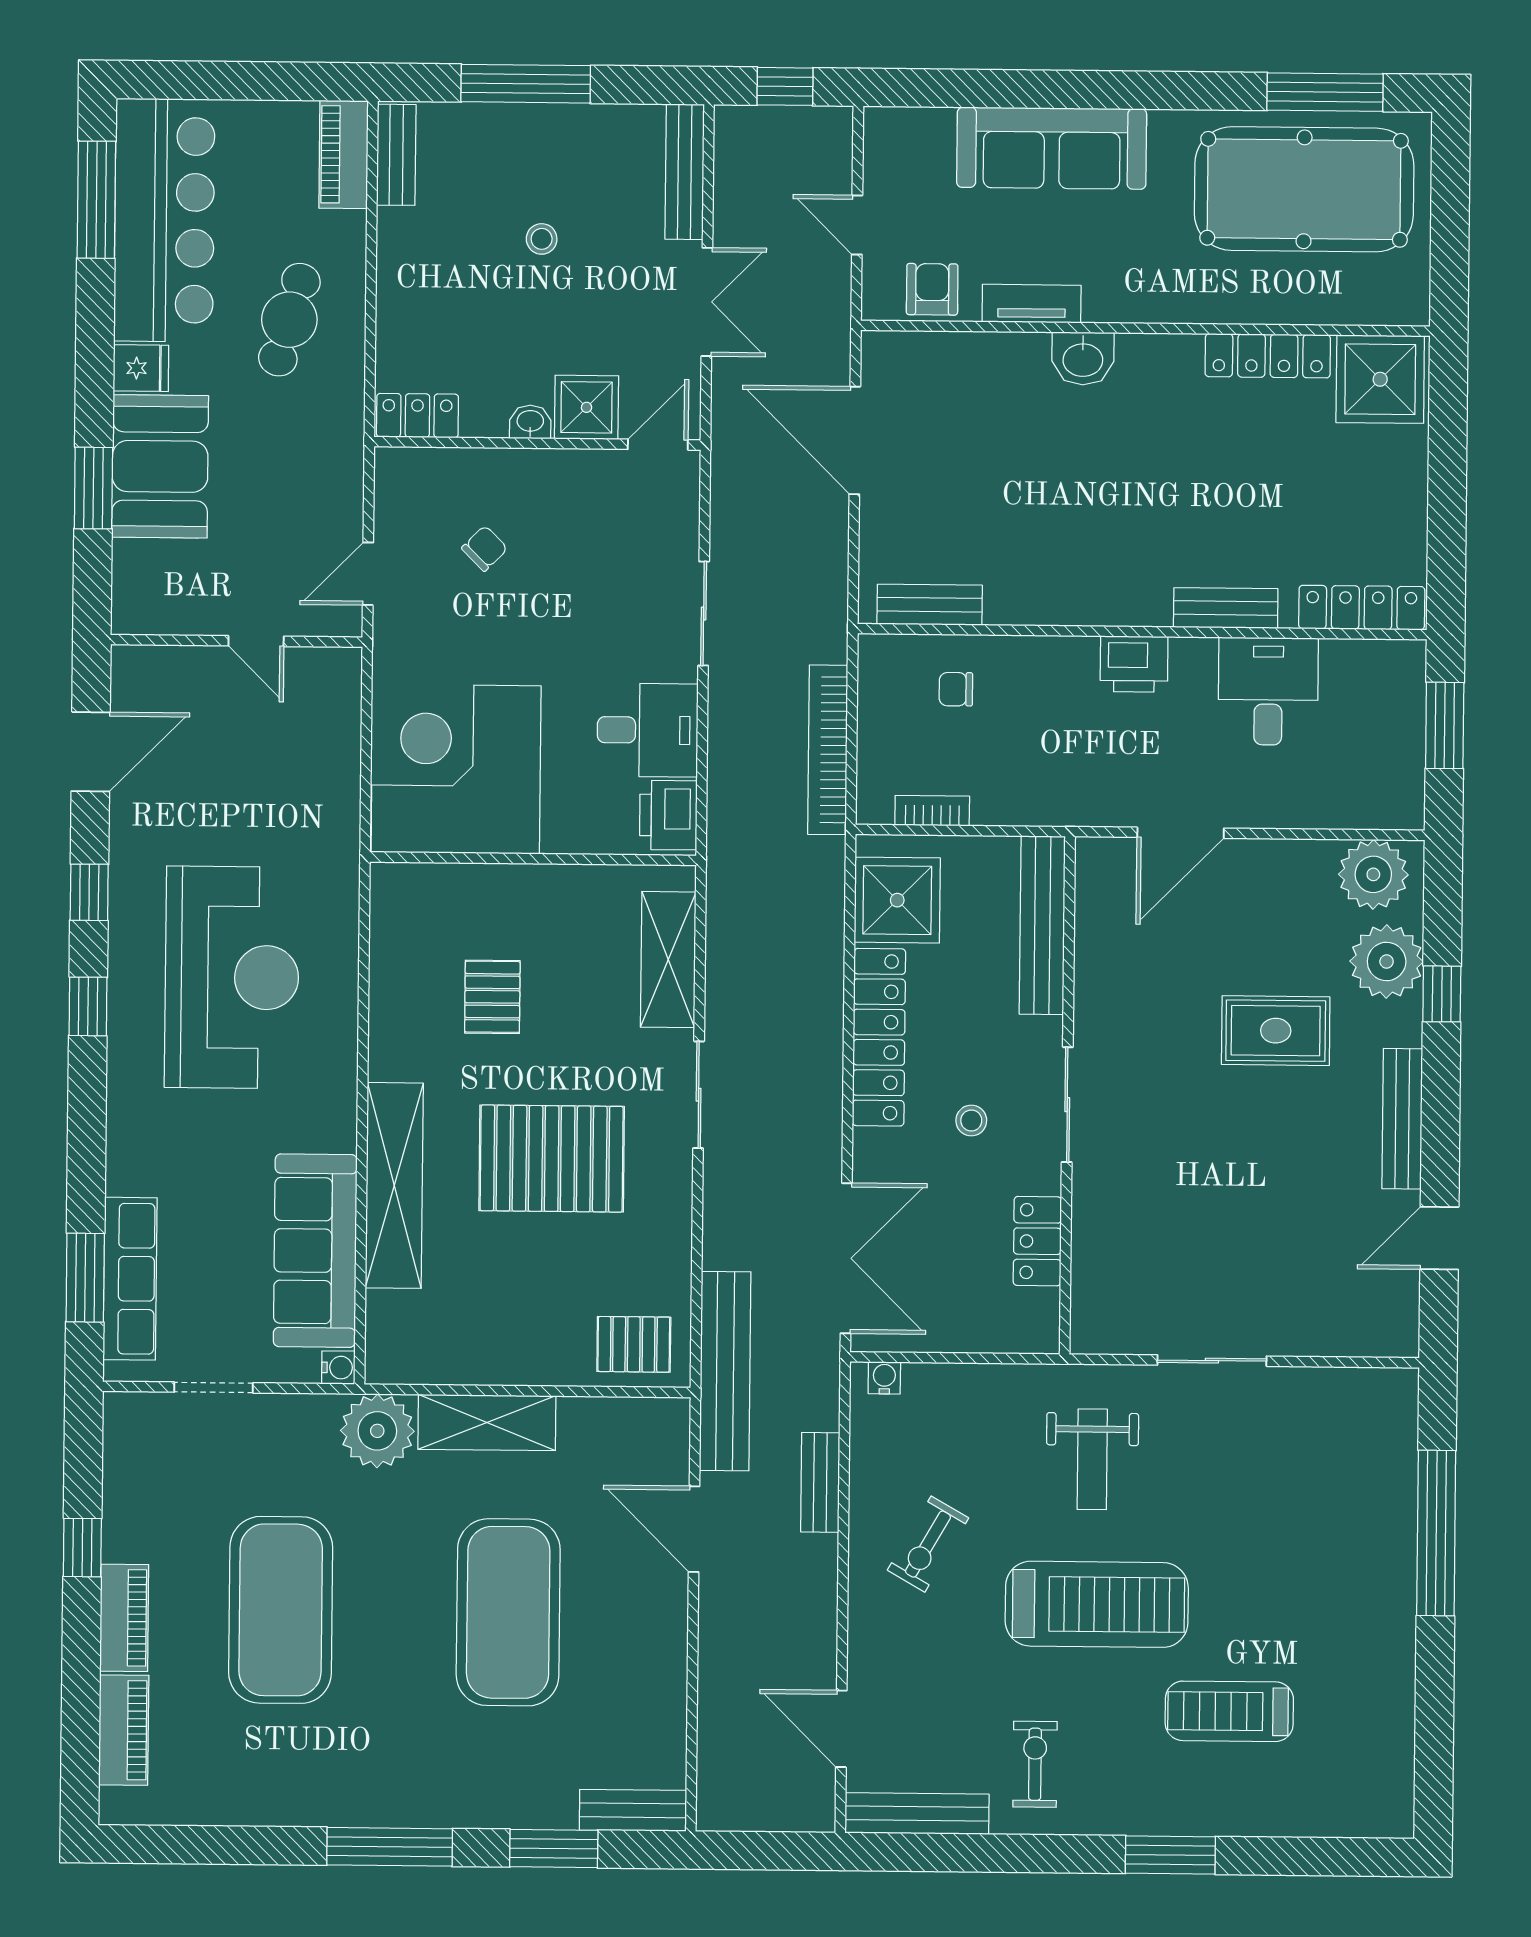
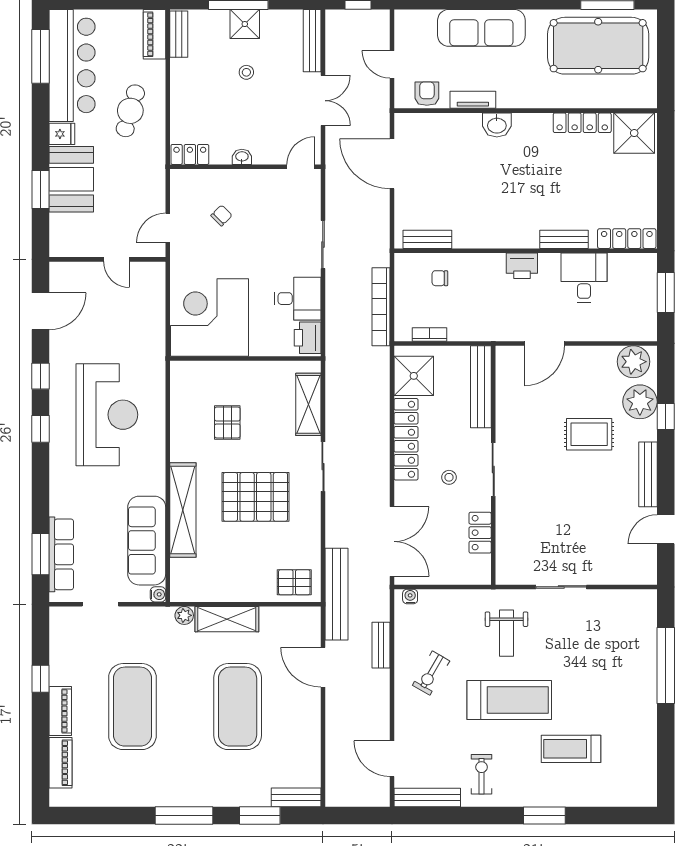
shower: (587, 407) -> (245, 24), moved
plant: (377, 1431) -> (184, 615), width x0.53, depth x0.53

